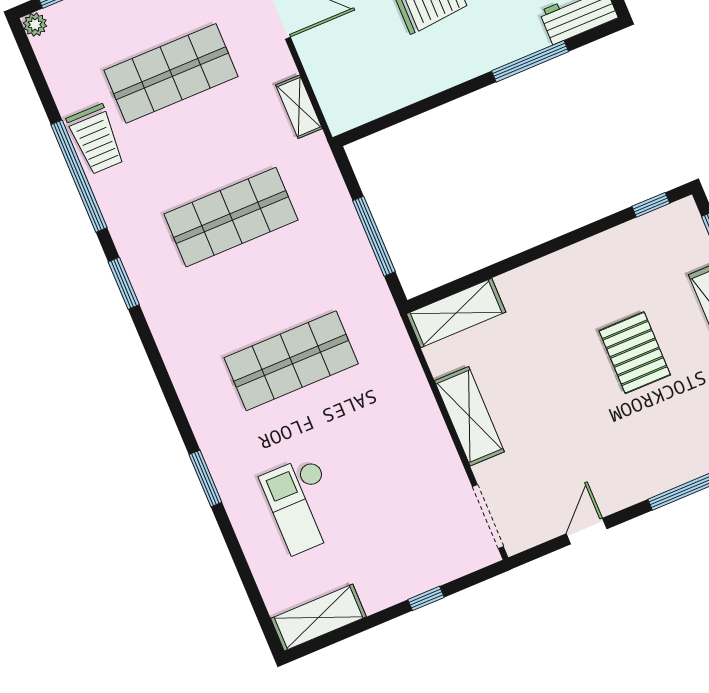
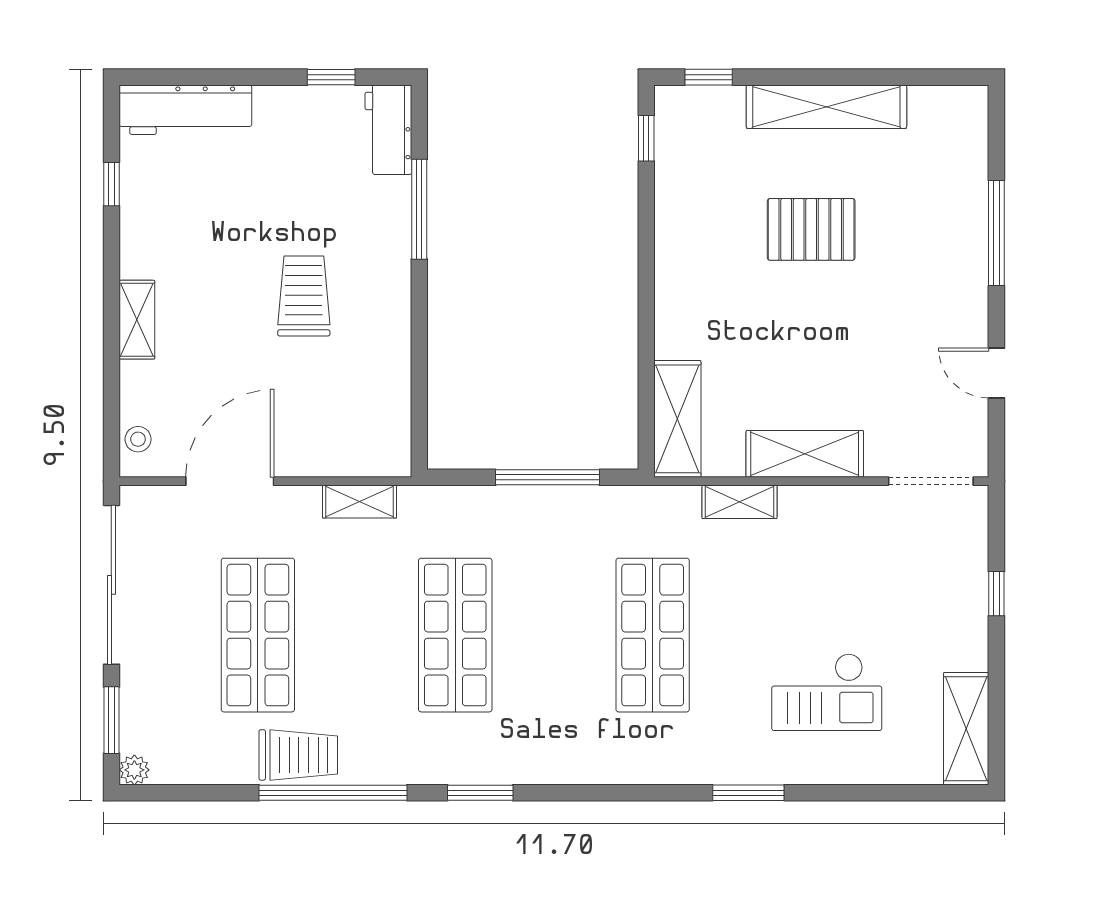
shelving: (415, 383) -> (739, 502), added

